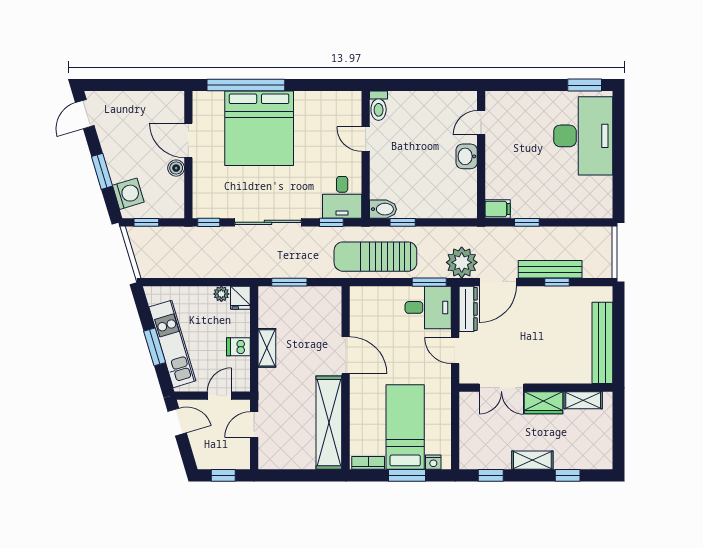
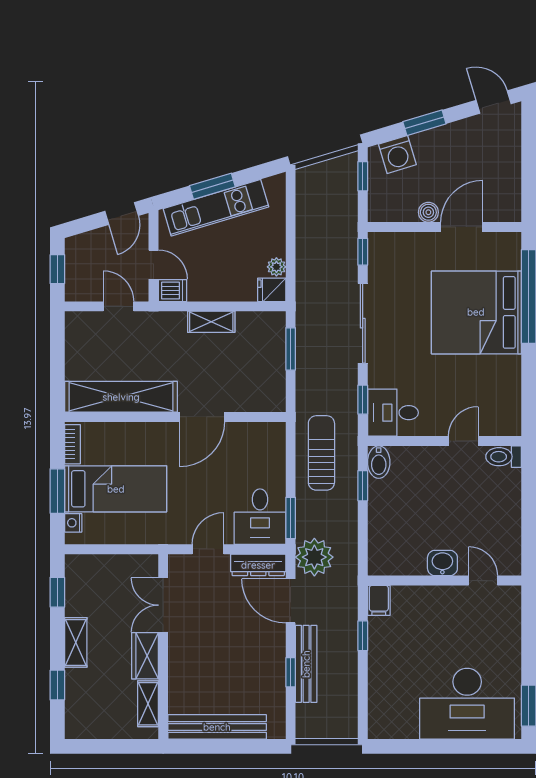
sun lounger: (375, 257) -> (321, 453), width x0.73, depth x0.75
dishwasher: (238, 347) -> (173, 291), moved, turned 90

